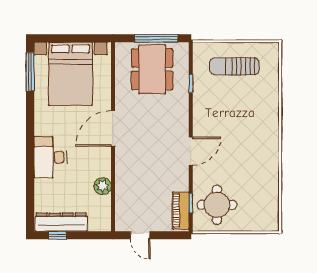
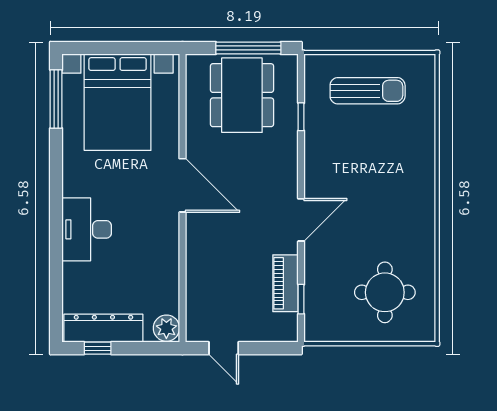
sun lounger: (234, 66) -> (368, 91), turned 180
door: (113, 128) -> (182, 185), swing flipped
plant: (103, 186) -> (166, 328), moved
round table: (217, 205) -> (385, 292), moved
piano: (181, 211) -> (285, 283), moved

